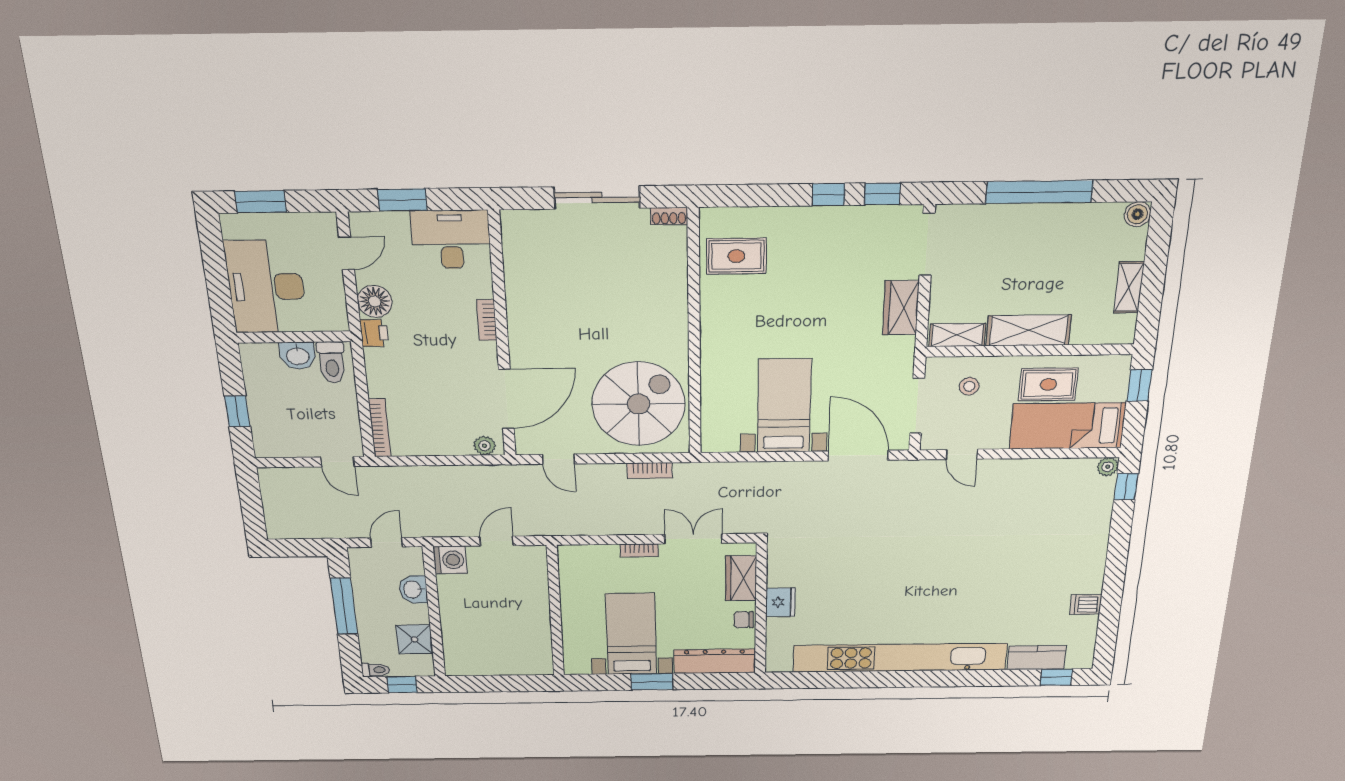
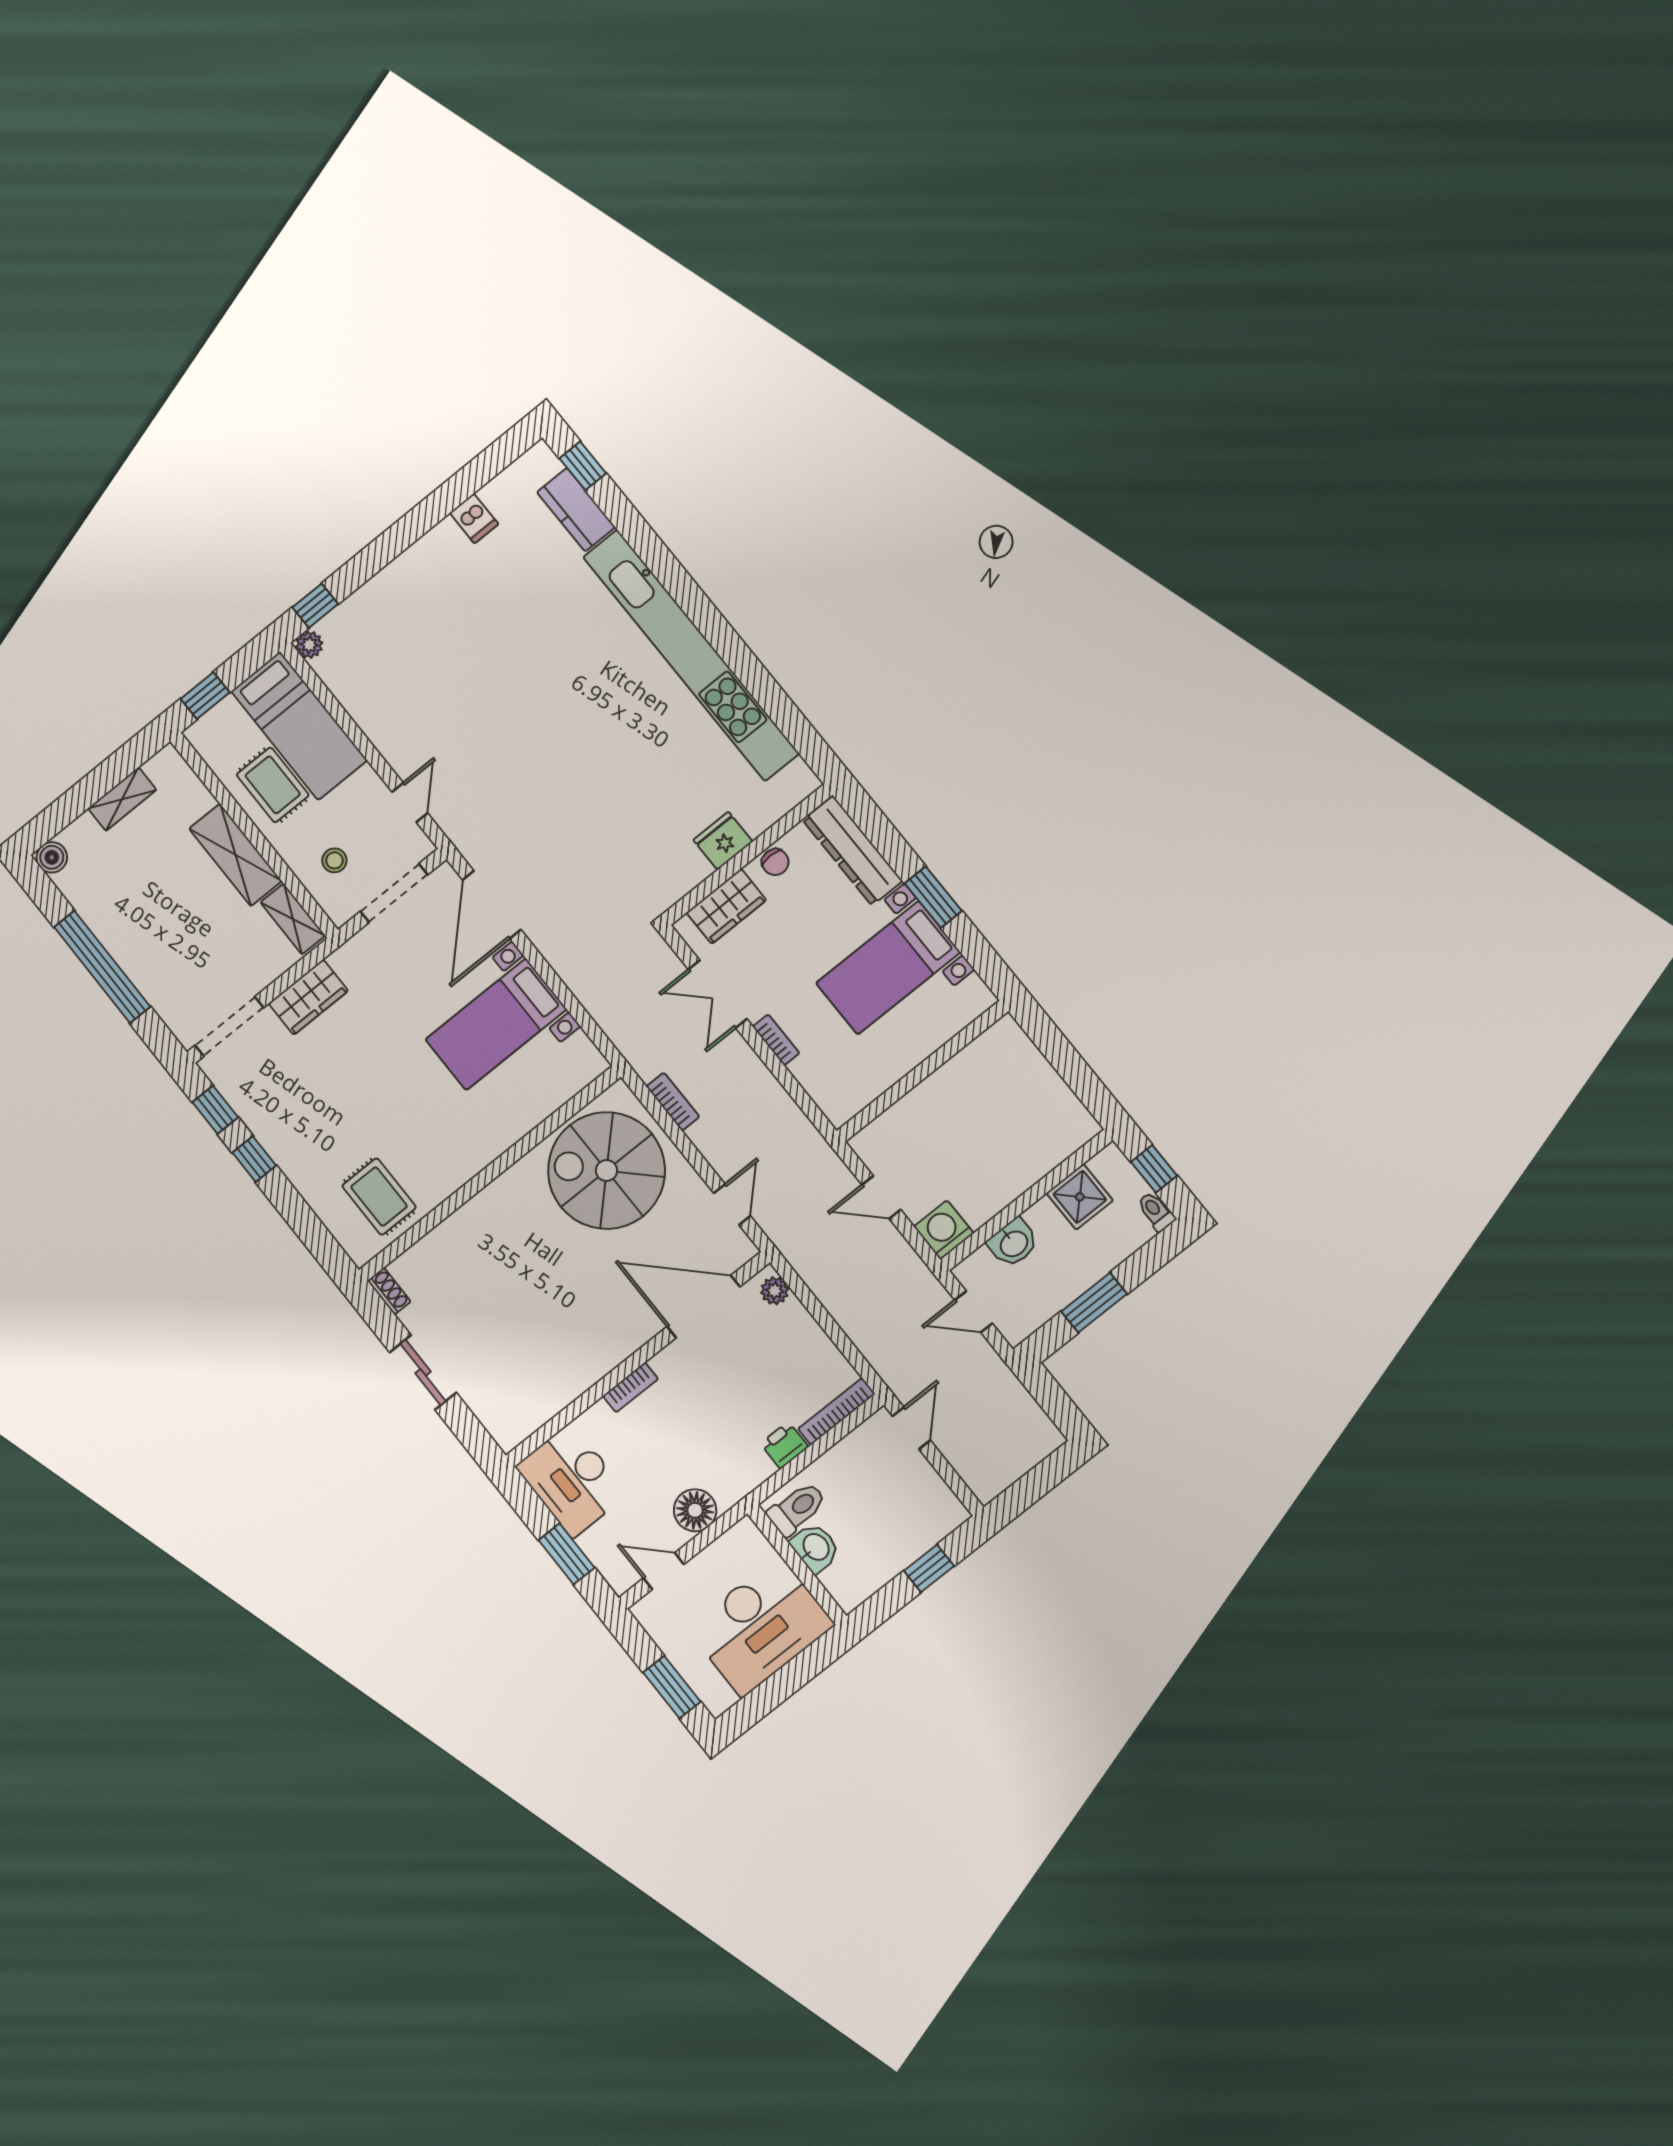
sliding door: (597, 197) -> (423, 1372), width x0.73
printer: (374, 333) -> (784, 1445), moved
window: (344, 606) -> (1094, 1303), width x0.69

